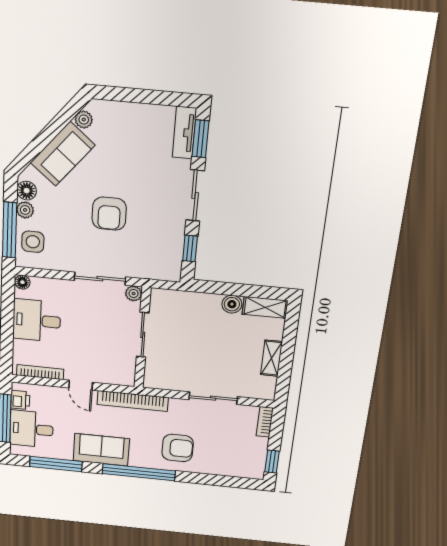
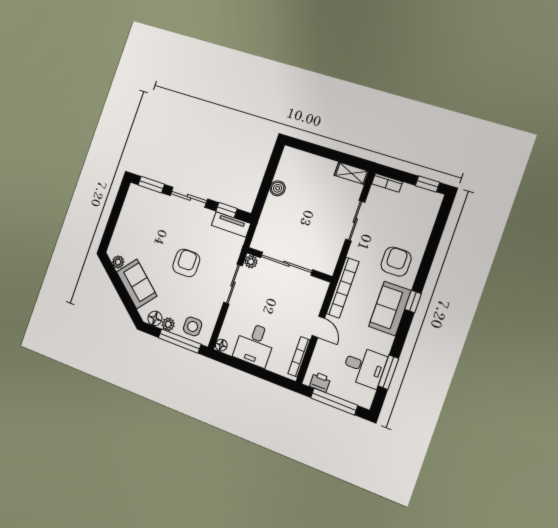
tv unit: (184, 133) -> (231, 224), moved
armchair: (109, 214) -> (186, 263), turned -90
shelving: (265, 307) -> (286, 164), removed
sliding door: (143, 335) -> (286, 264), width x1.37
shelving: (271, 358) -> (351, 173), moved
door: (81, 385) -> (318, 327), hinge flipped
desk: (32, 429) -> (364, 367), moved, turned -90
sofa: (101, 450) -> (390, 308), moved
window: (56, 464) -> (388, 372), width x0.69
window: (139, 472) -> (413, 302), width x0.32

